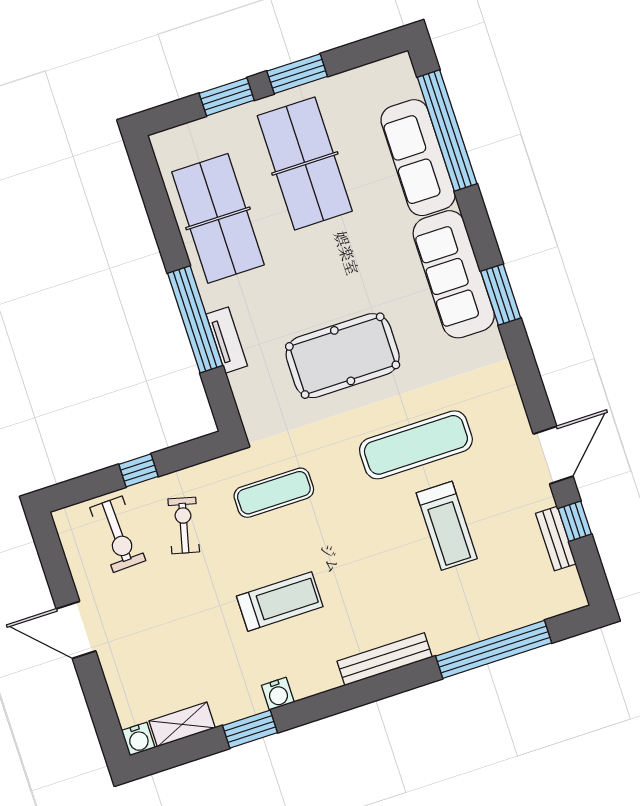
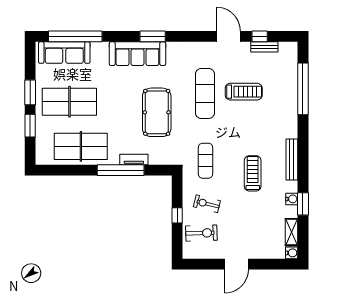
sofa: (418, 158) -> (64, 53), moved
bench: (385, 659) -> (292, 159), moved
water cooler: (278, 694) -> (292, 199), moved

